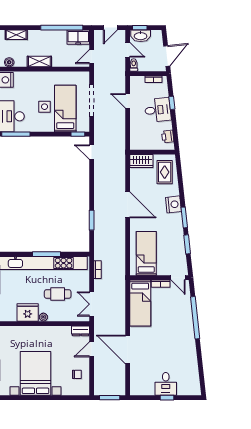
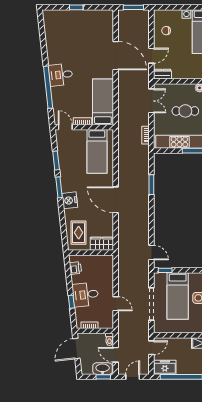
desk: (166, 384) -> (61, 75), moved, turned -96

